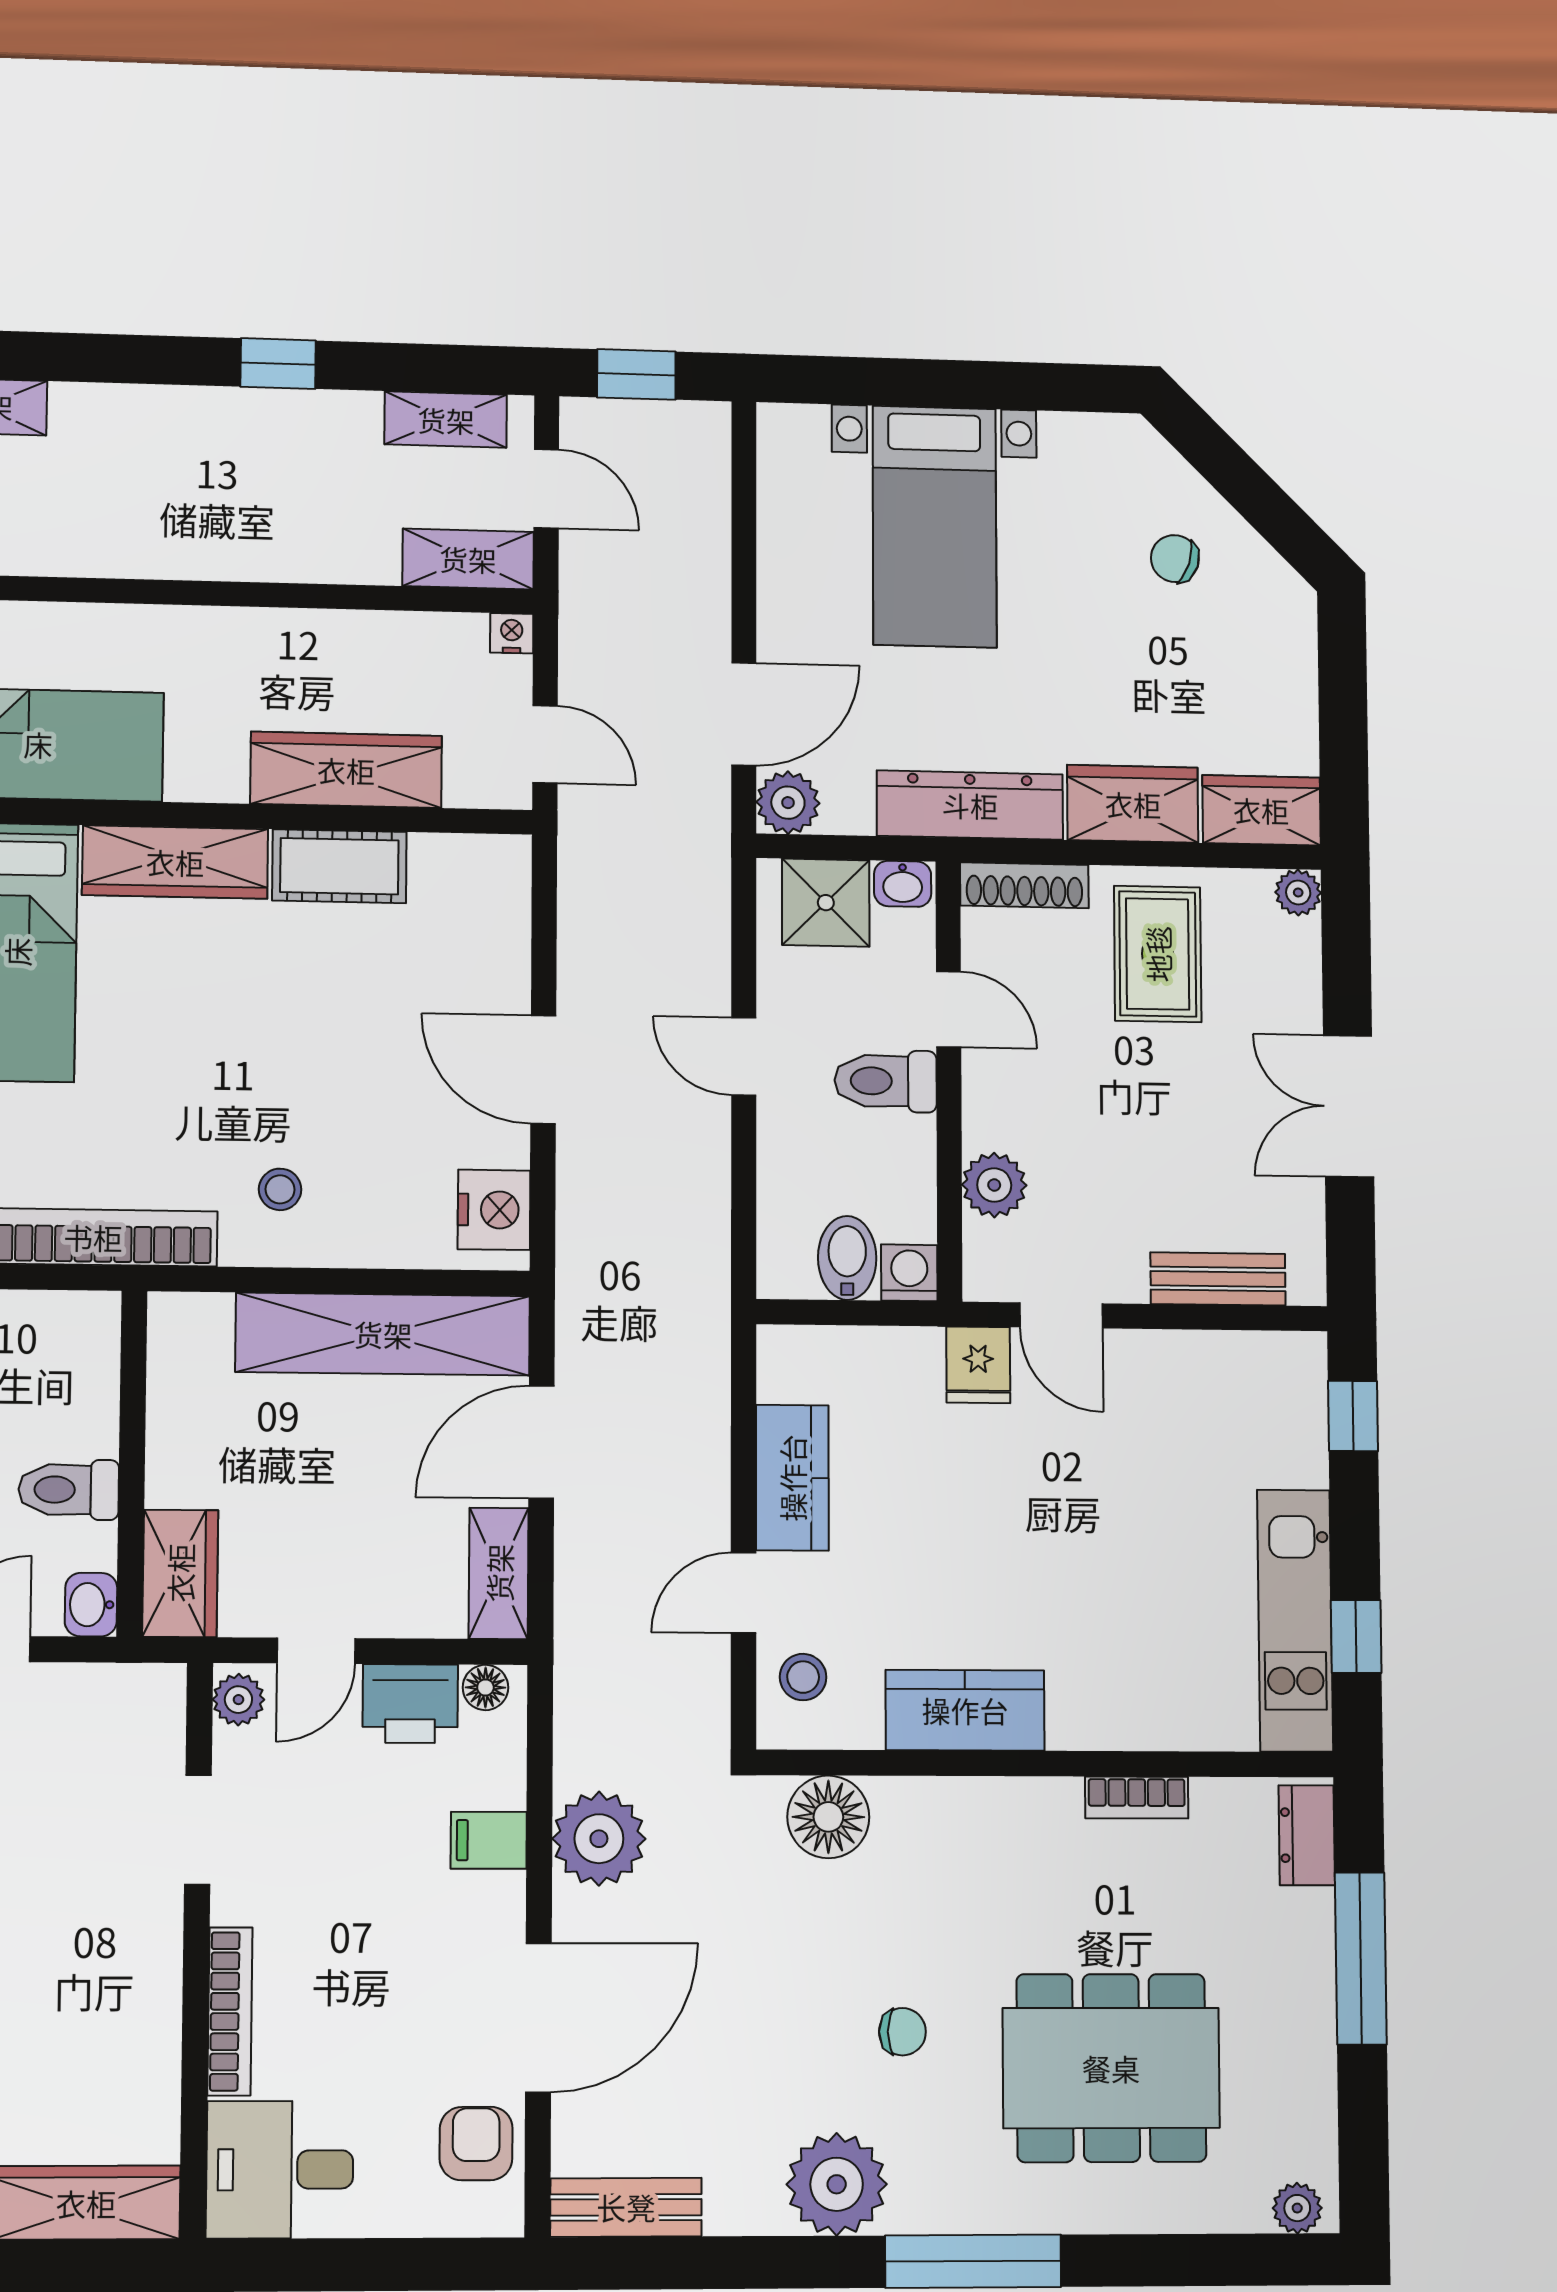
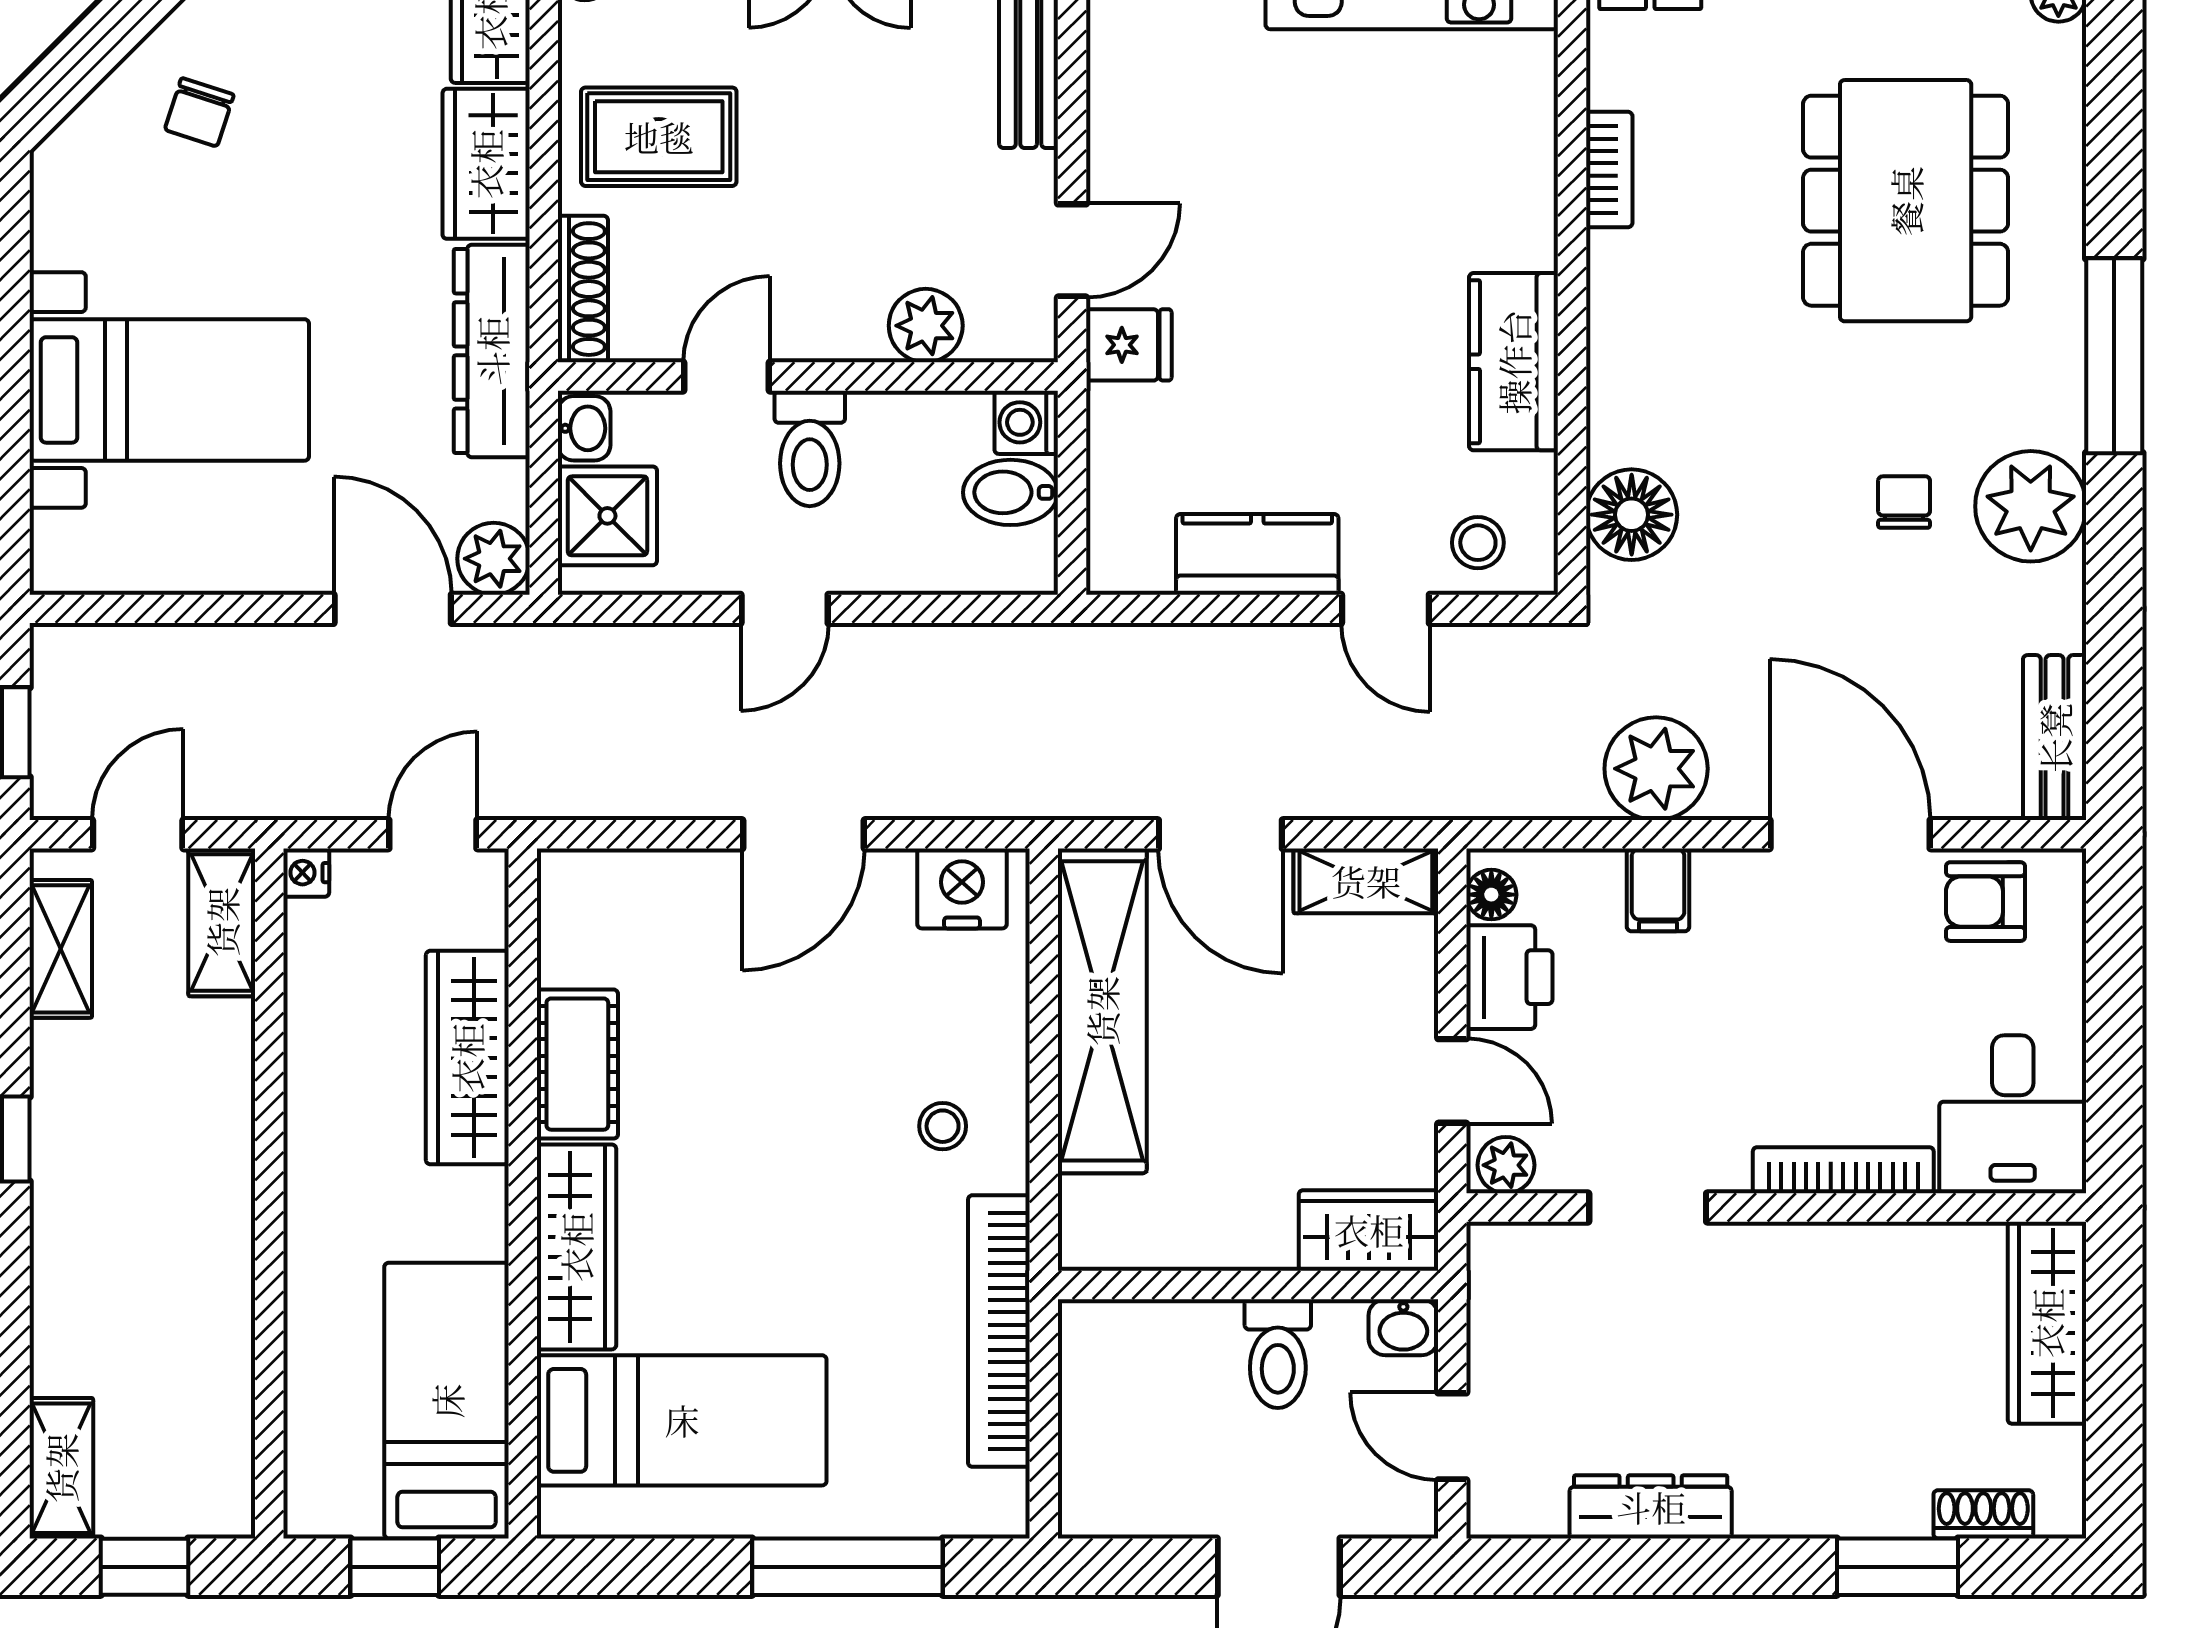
chair: (902, 2032) -> (1904, 502), moved

